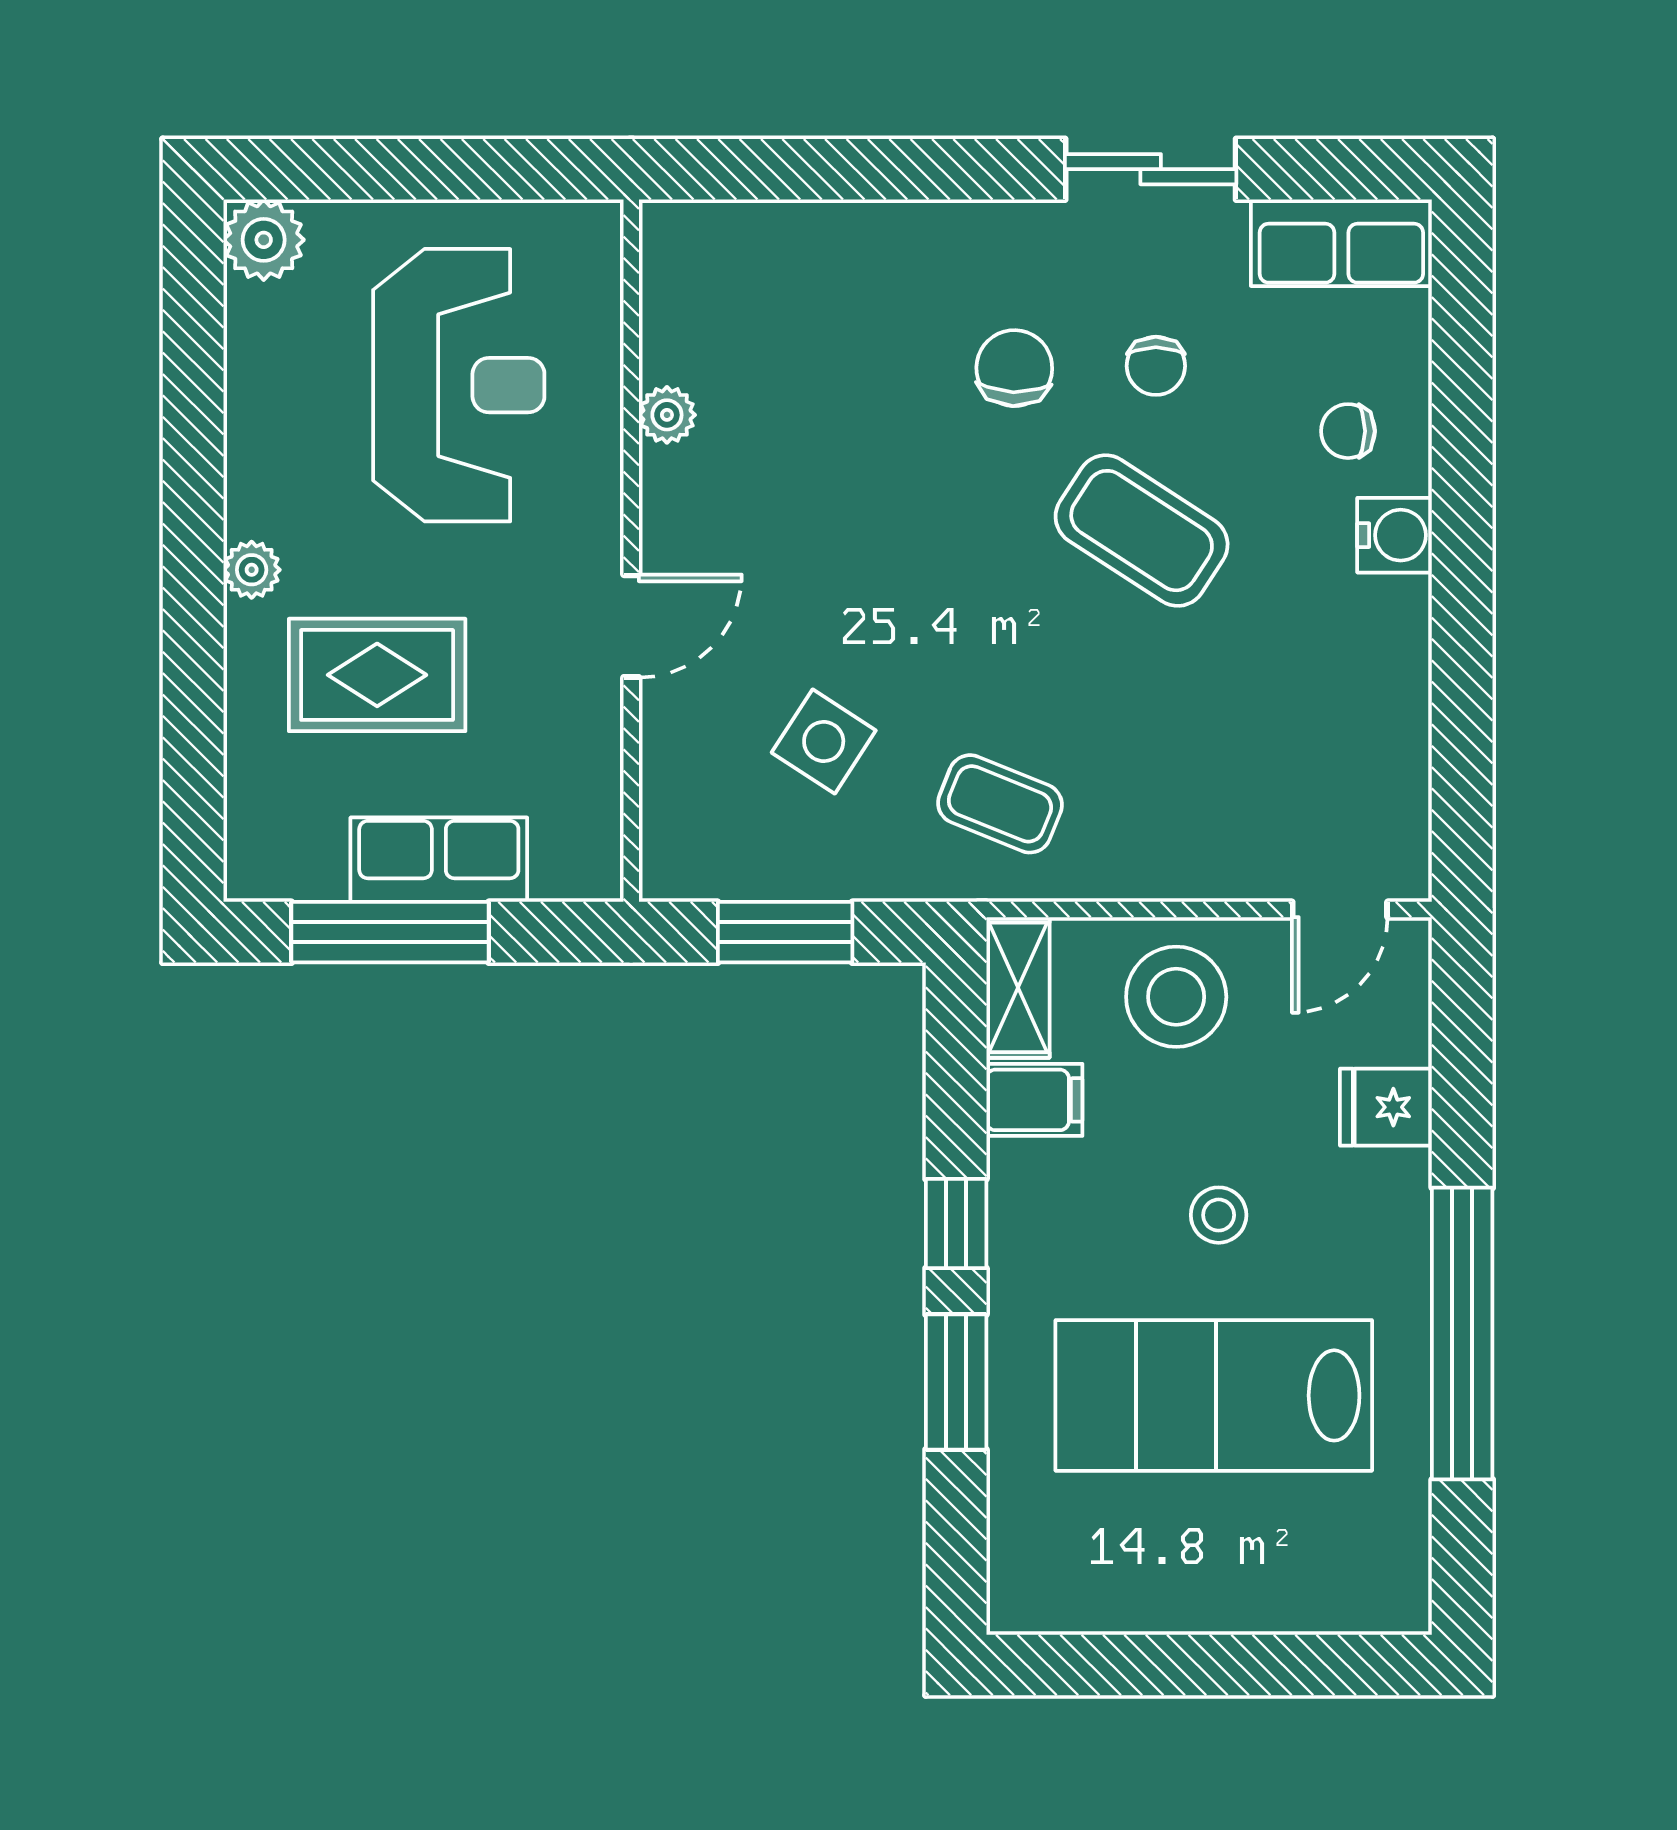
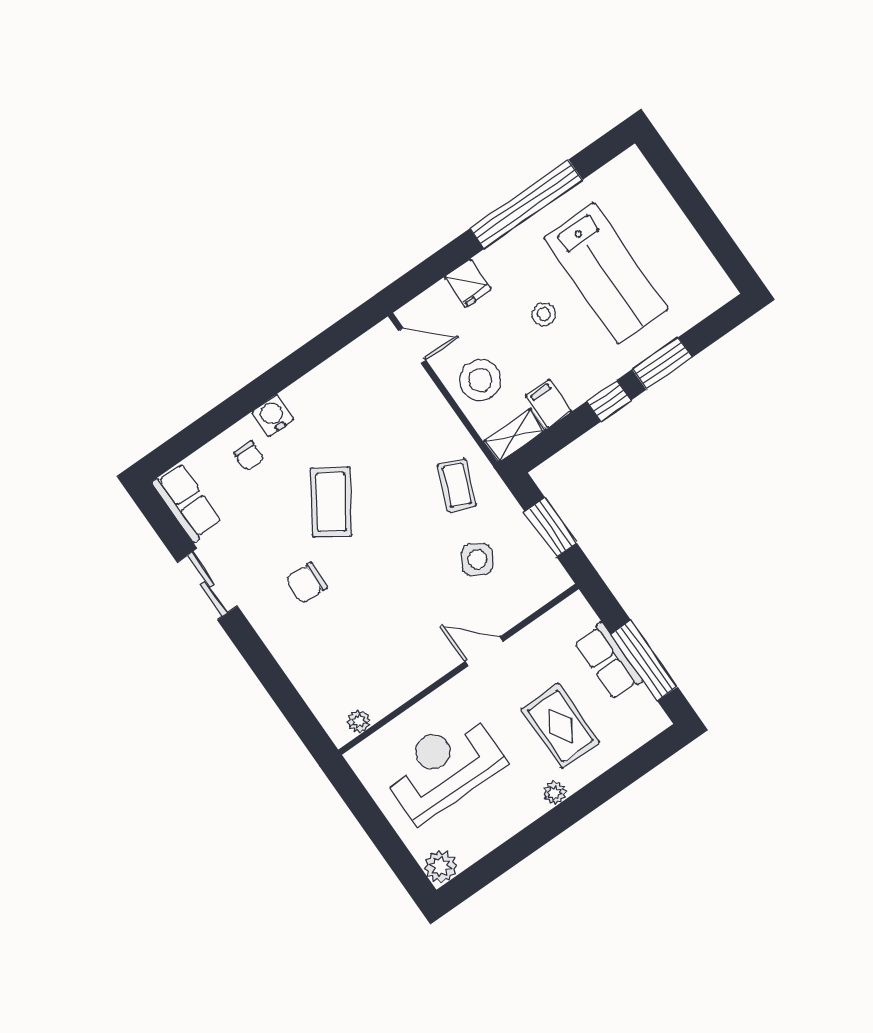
chair: (1156, 366) -> (272, 536), removed
plant: (667, 415) -> (359, 721), moved

